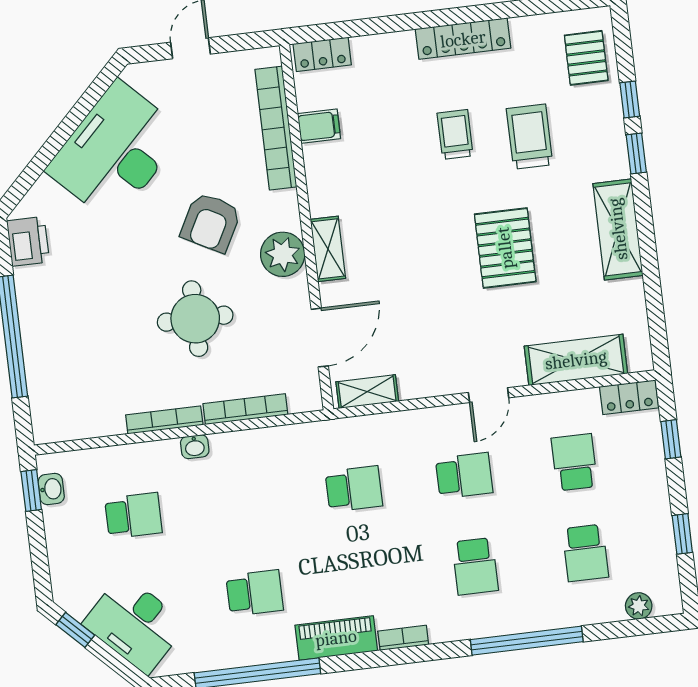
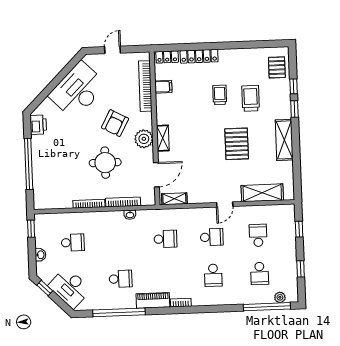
locker: (463, 39) -> (199, 56), moved
locker: (629, 397) -> (283, 210), removed
washbasin: (195, 447) -> (130, 215), moved
washbasin: (51, 489) -> (40, 255), moved
window: (527, 641) -> (267, 307), moved

